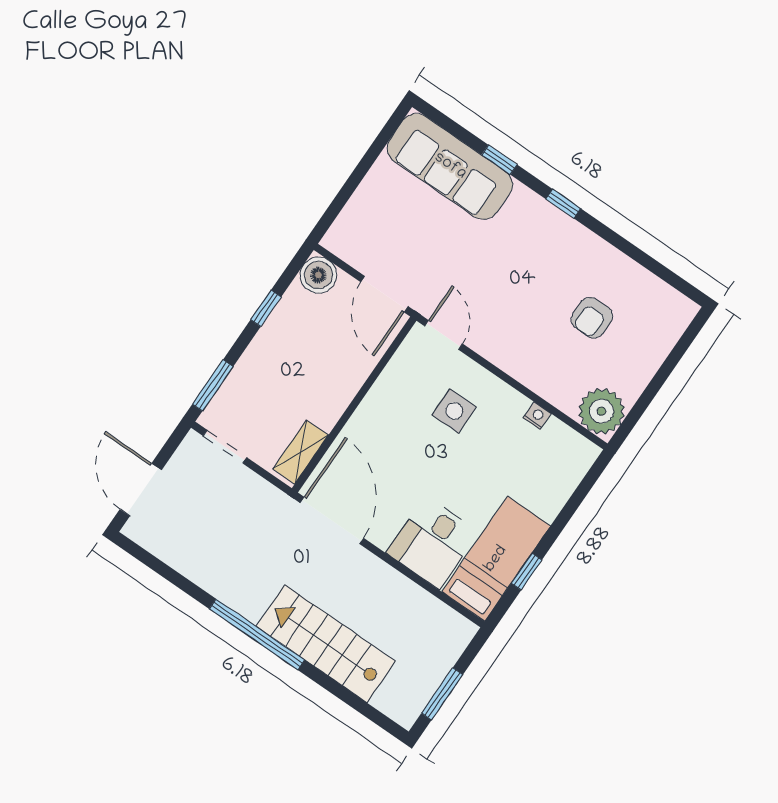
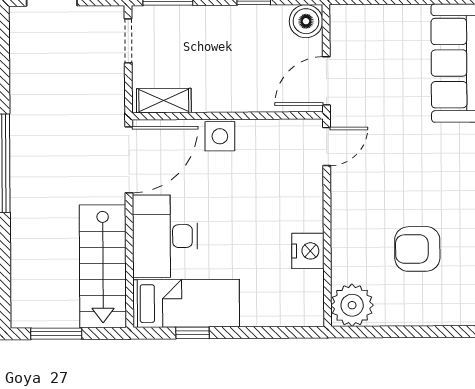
armchair: (592, 318) -> (417, 249), width x1.38, depth x1.38
side table: (454, 411) -> (220, 136), moved
nightstand: (537, 416) -> (308, 251), width x1.89, depth x1.79
desk: (433, 543) -> (165, 236), width x1.37
stairs: (326, 644) -> (103, 266), moved, turned 180

